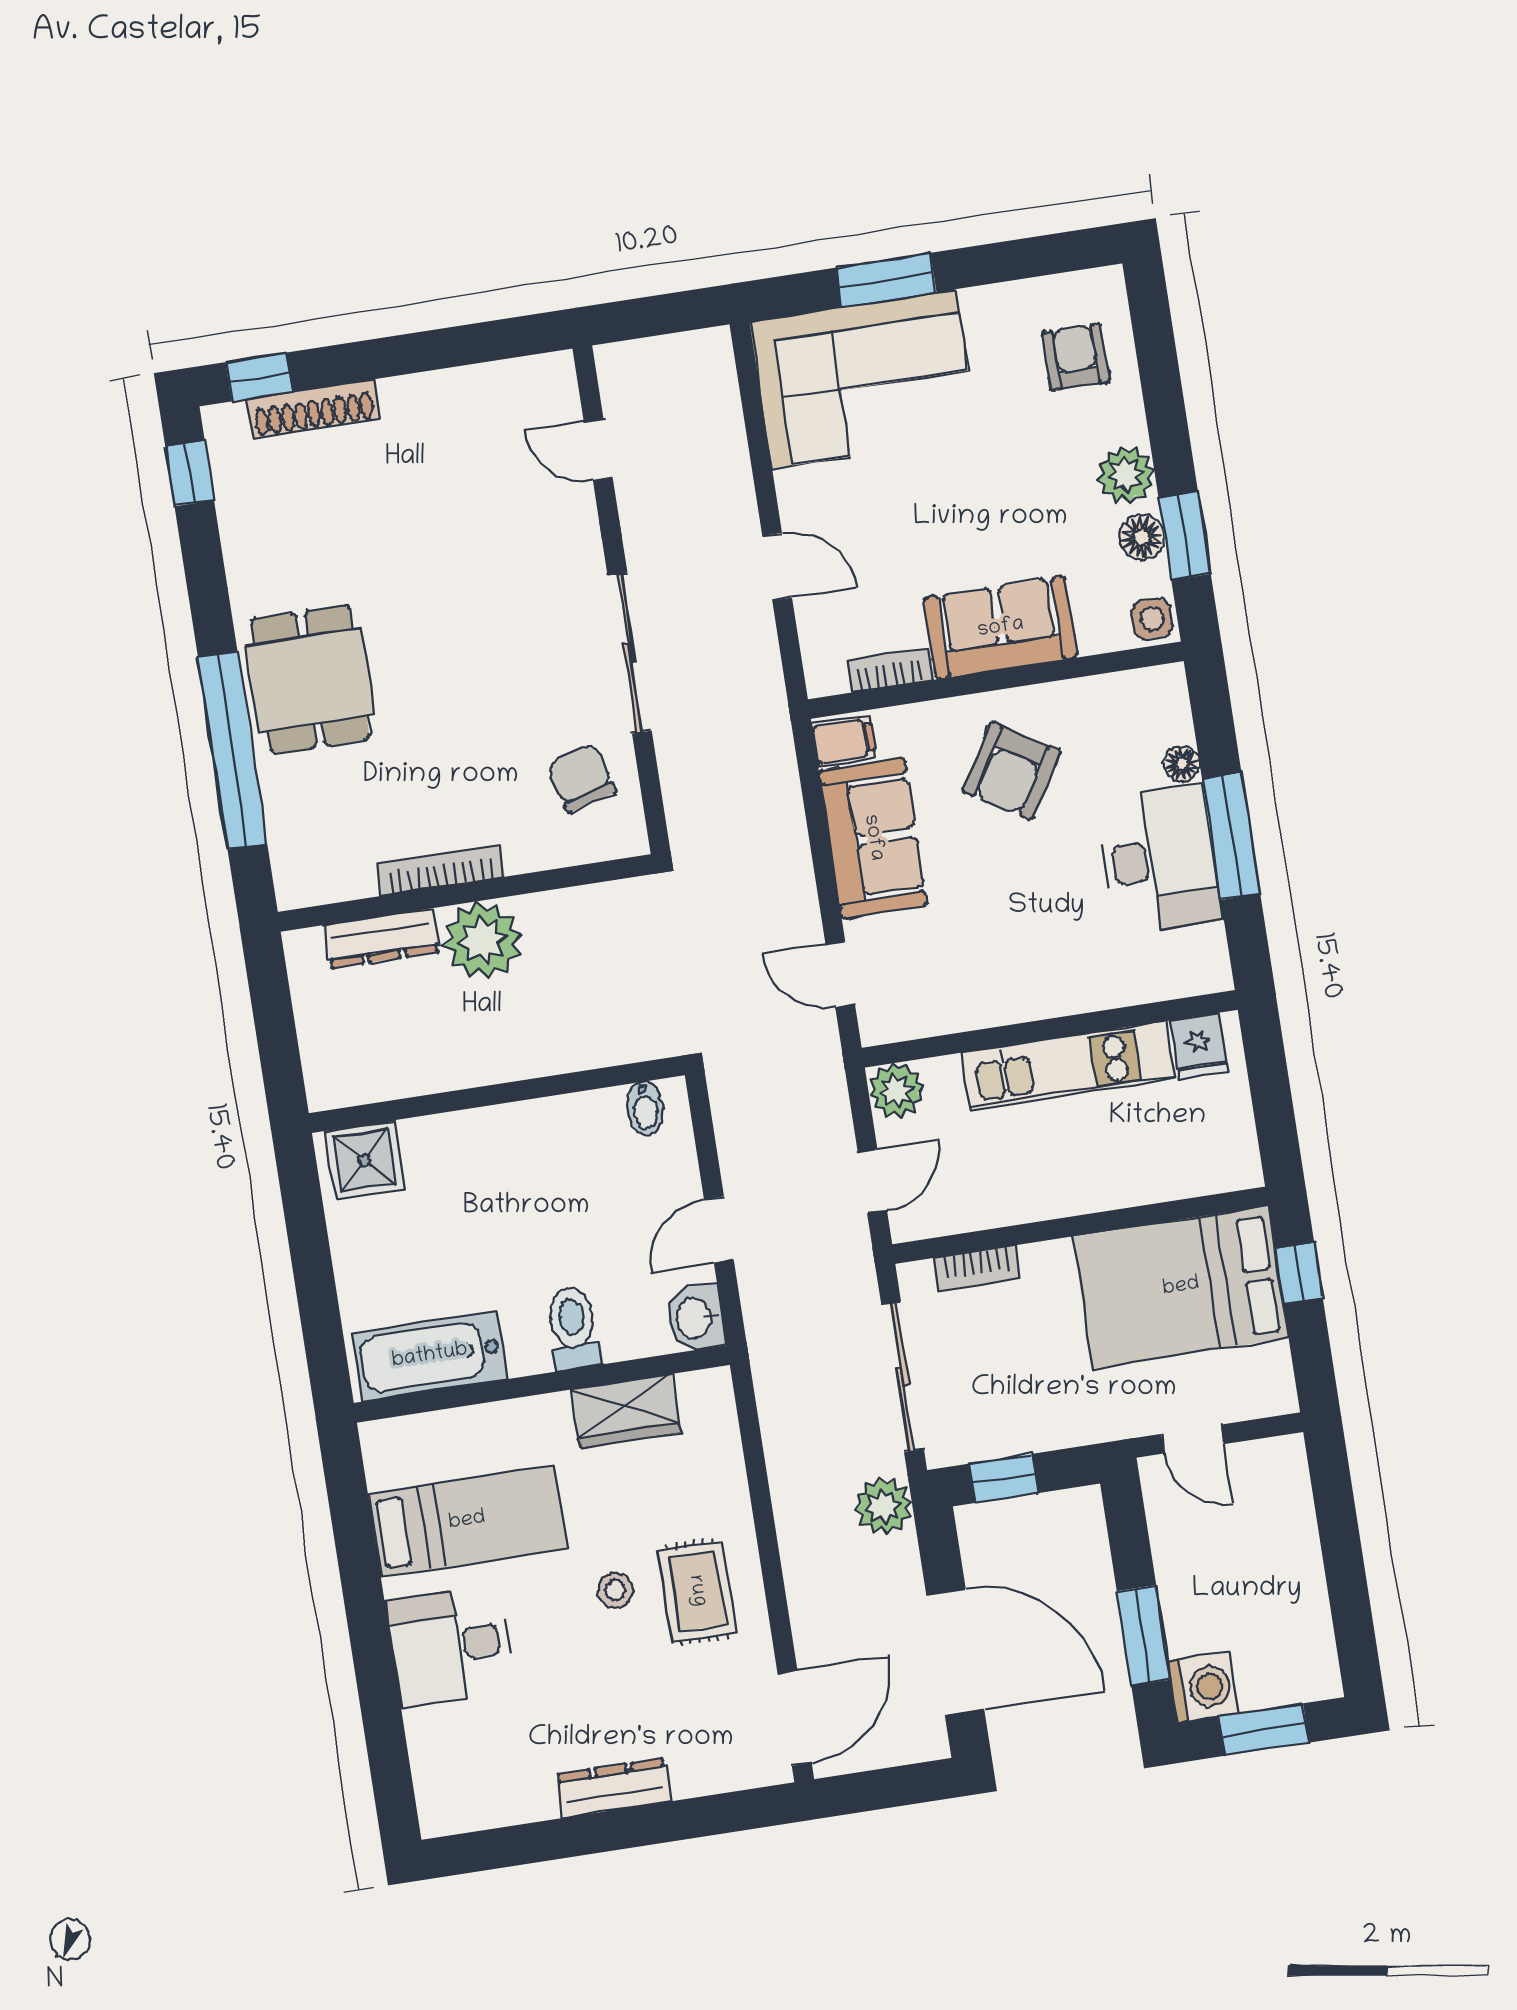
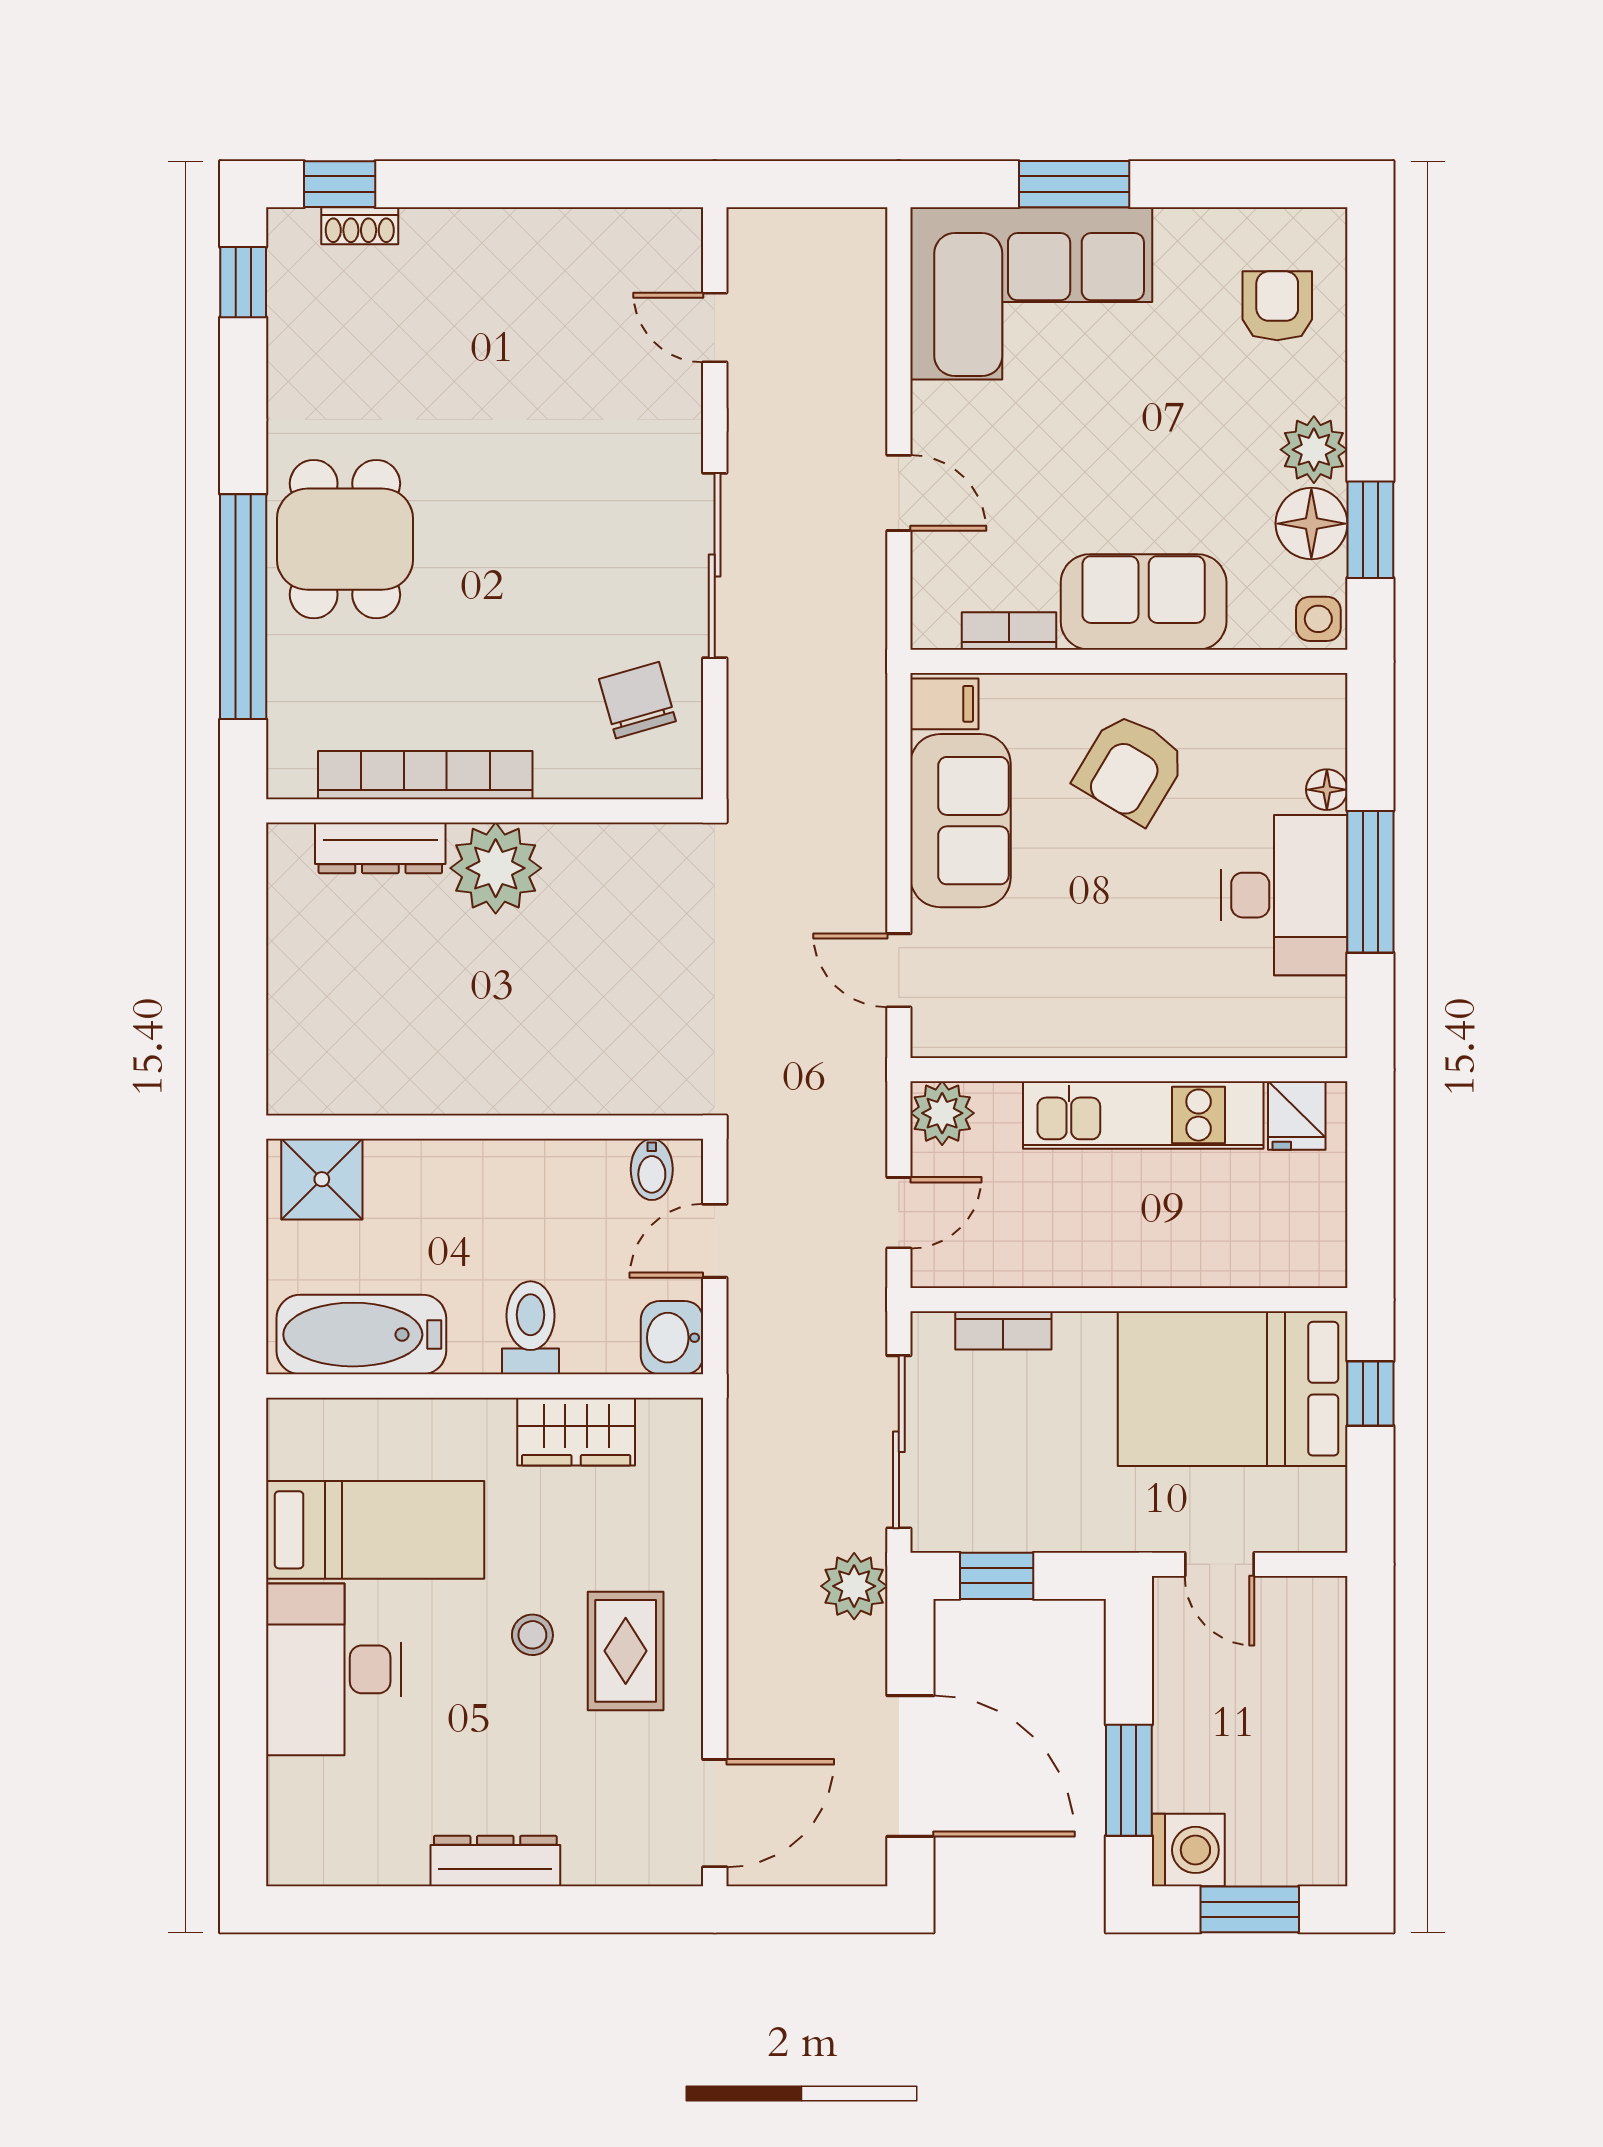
shoe rack: (313, 409) -> (360, 226), width x0.51, depth x0.81
floor lamp: (1142, 537) -> (1311, 524), width x1.38, depth x1.38
bookcase: (441, 871) -> (425, 775), width x1.48, depth x1.31
wall: (497, 1094) -> (485, 1127), moved
bidet: (645, 1108) -> (652, 1169), moved
shower: (365, 1160) -> (322, 1179), moved
desk: (450, 1646) -> (334, 1669), width x1.37

